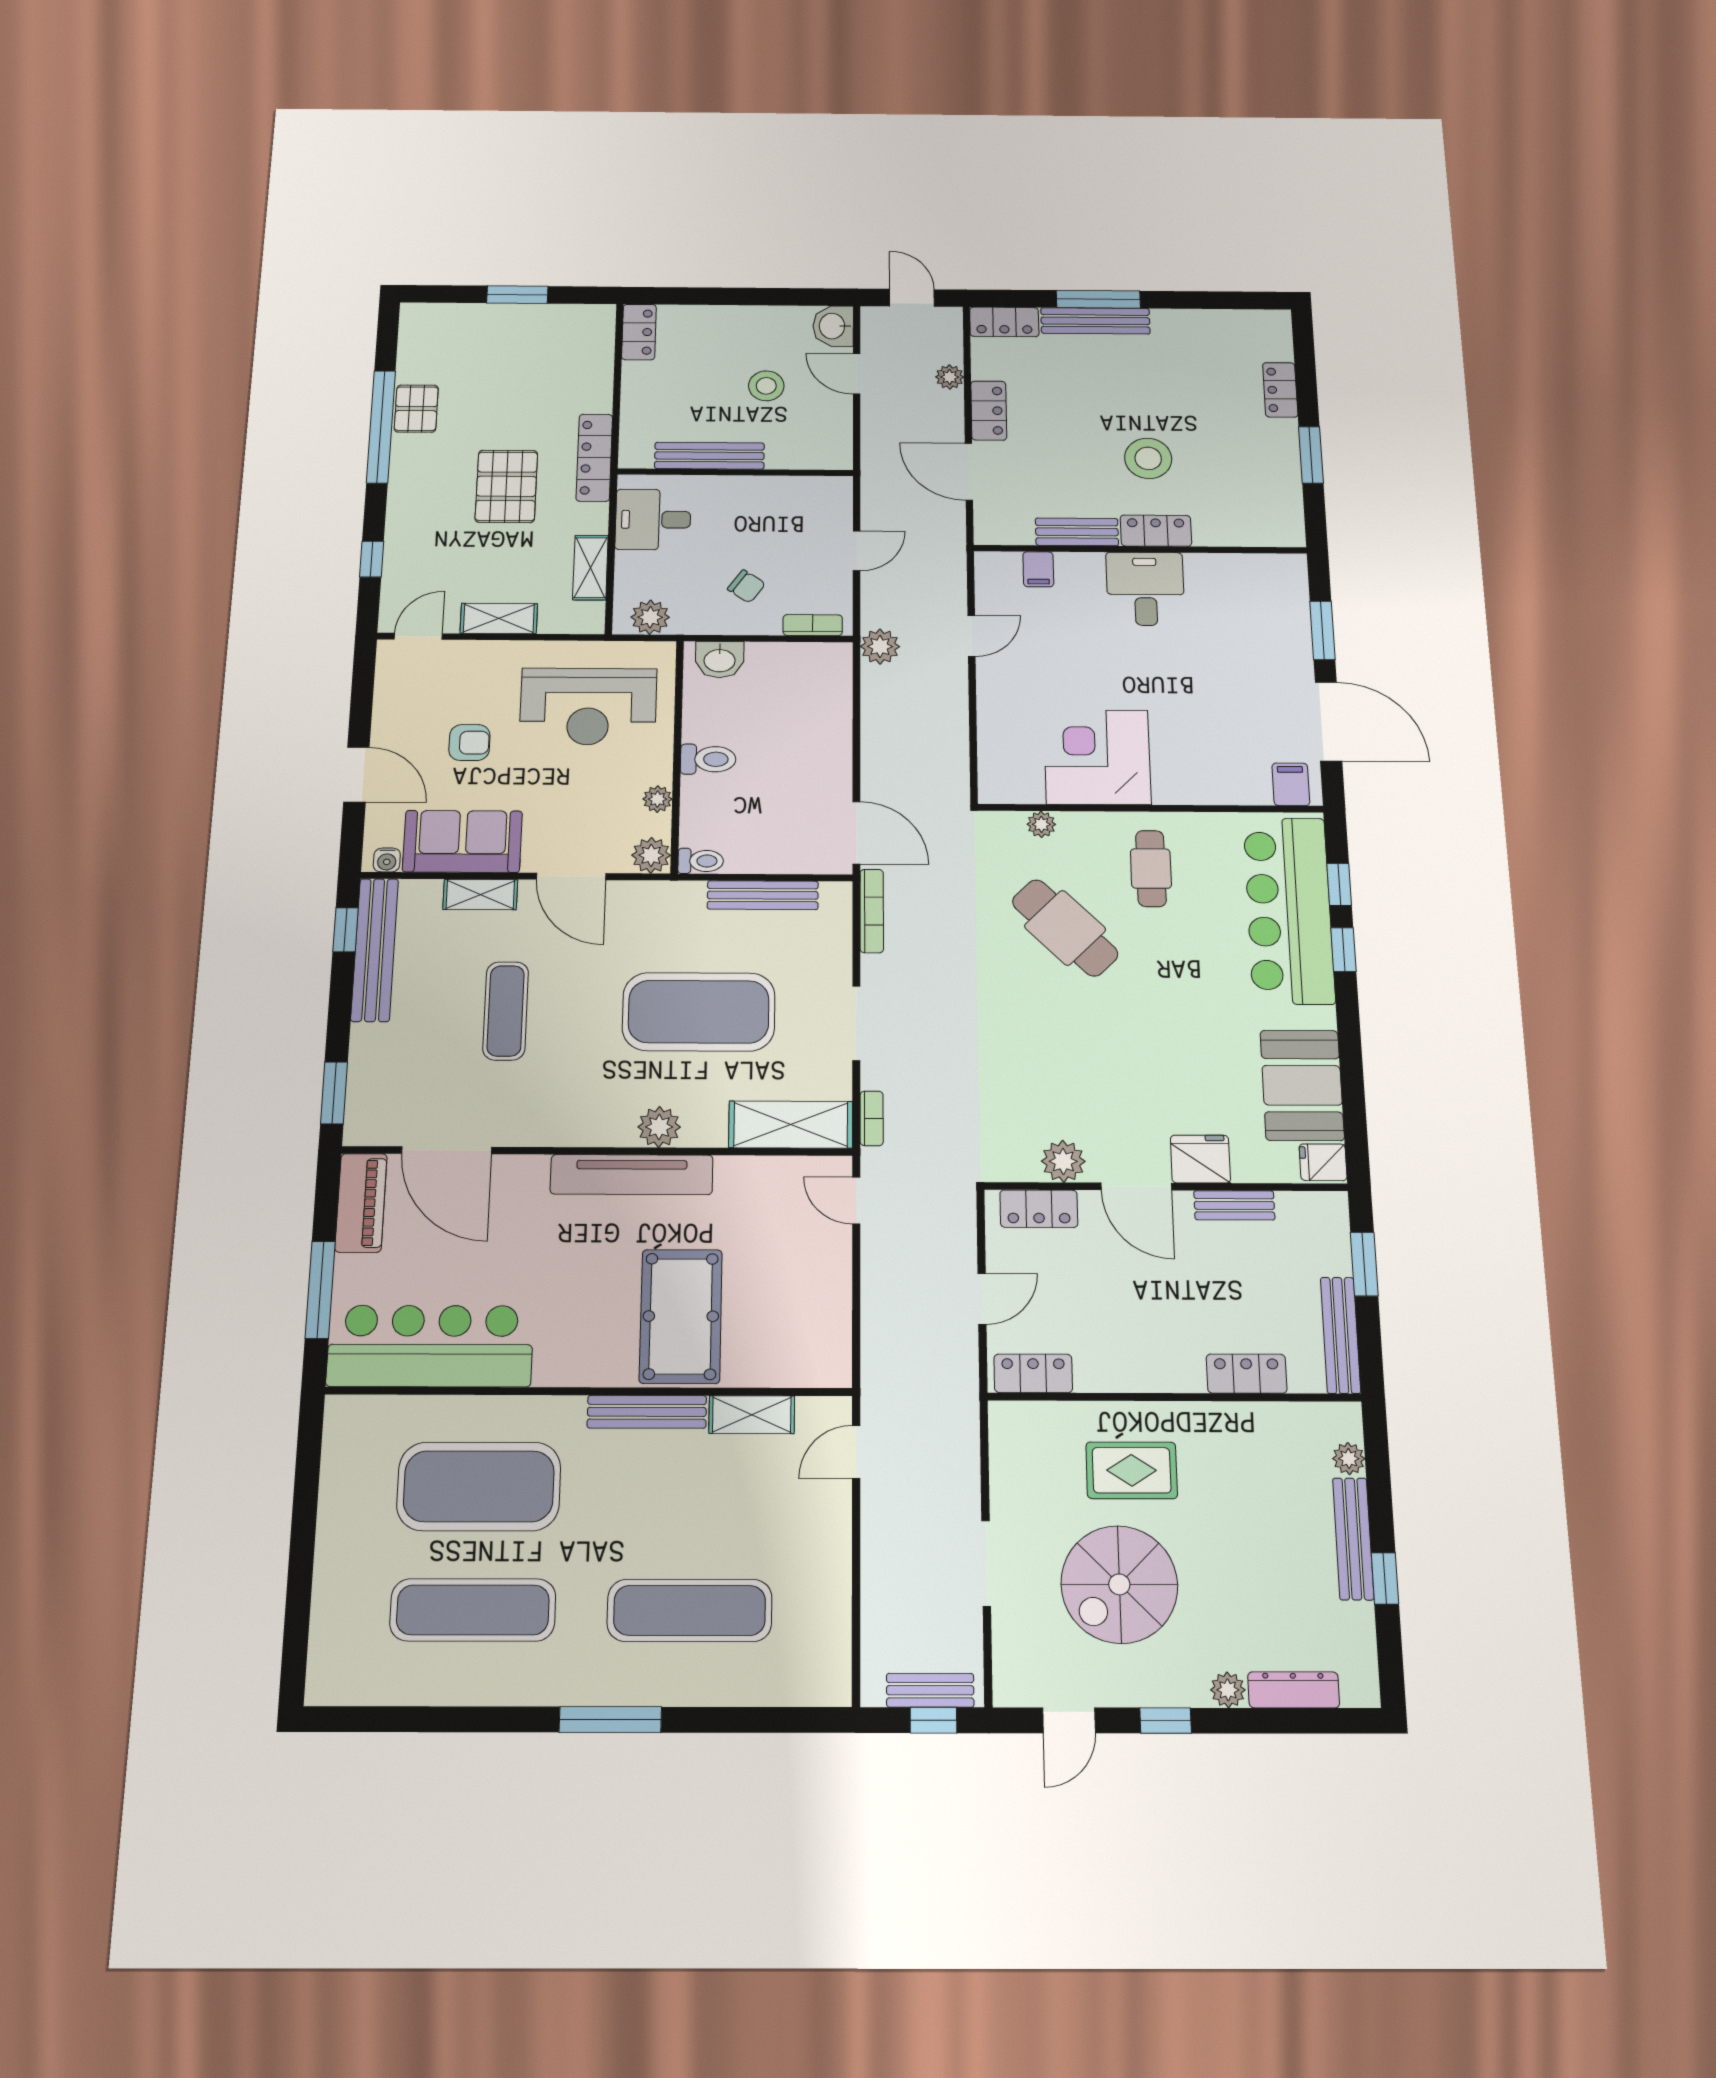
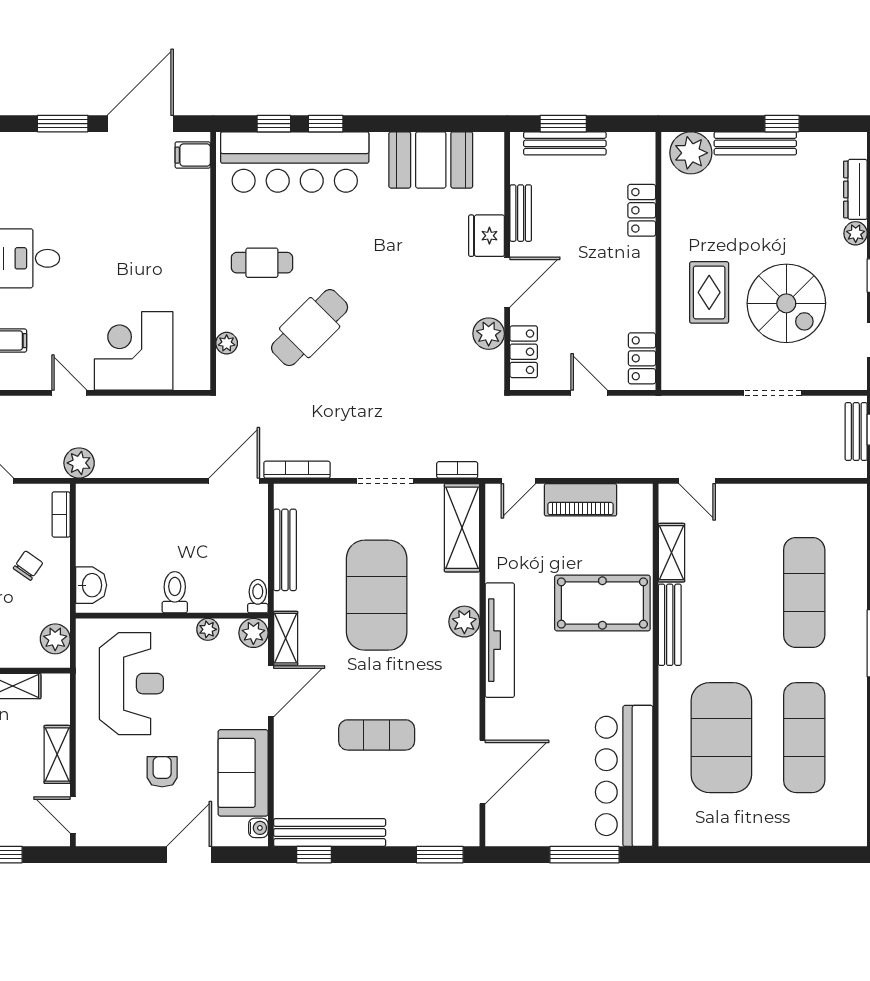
corner desk: (1097, 757) -> (134, 351), moved, turned 90
shelving: (480, 895) -> (286, 638), moved
fridge: (1323, 1162) -> (489, 148), removed
piano: (361, 1203) -> (581, 500), moved, turned 180
bench: (1341, 1335) -> (565, 143), moved
plant: (1349, 1459) -> (691, 153), width x1.87, depth x1.87

